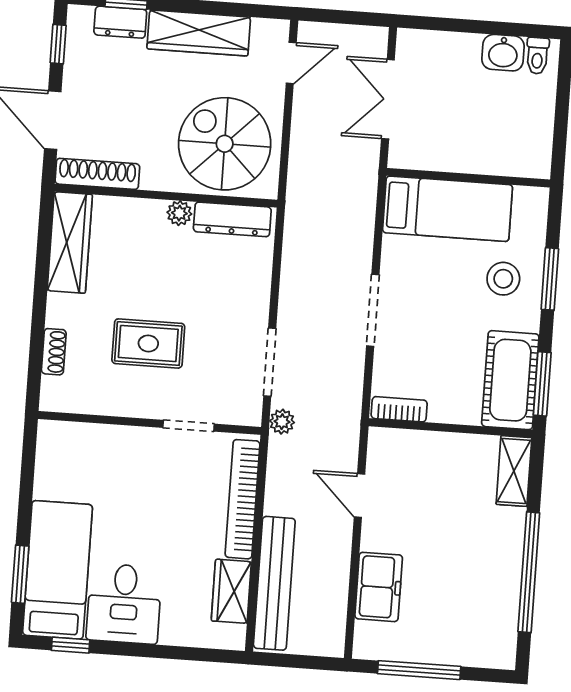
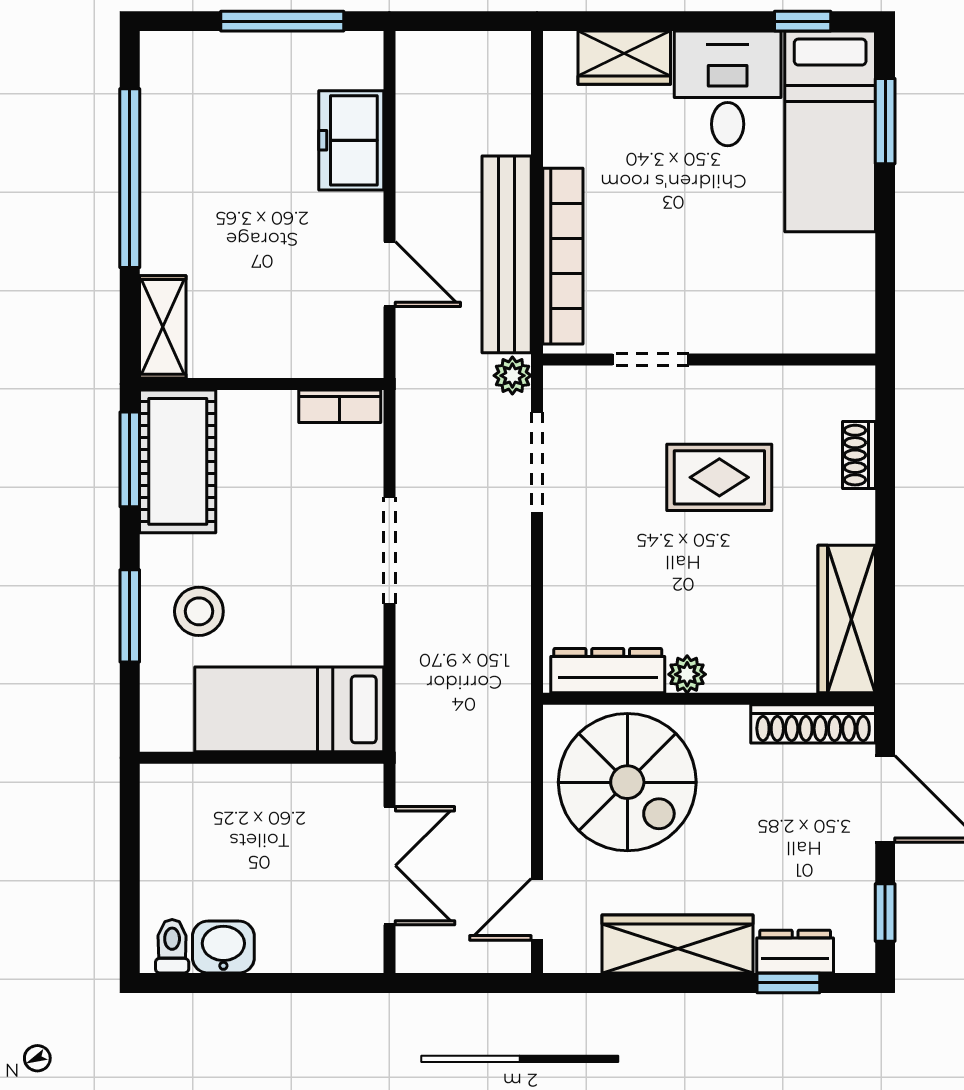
bench: (274, 583) -> (507, 254), moved
wardrobe: (231, 591) -> (624, 58), moved, turned 90

